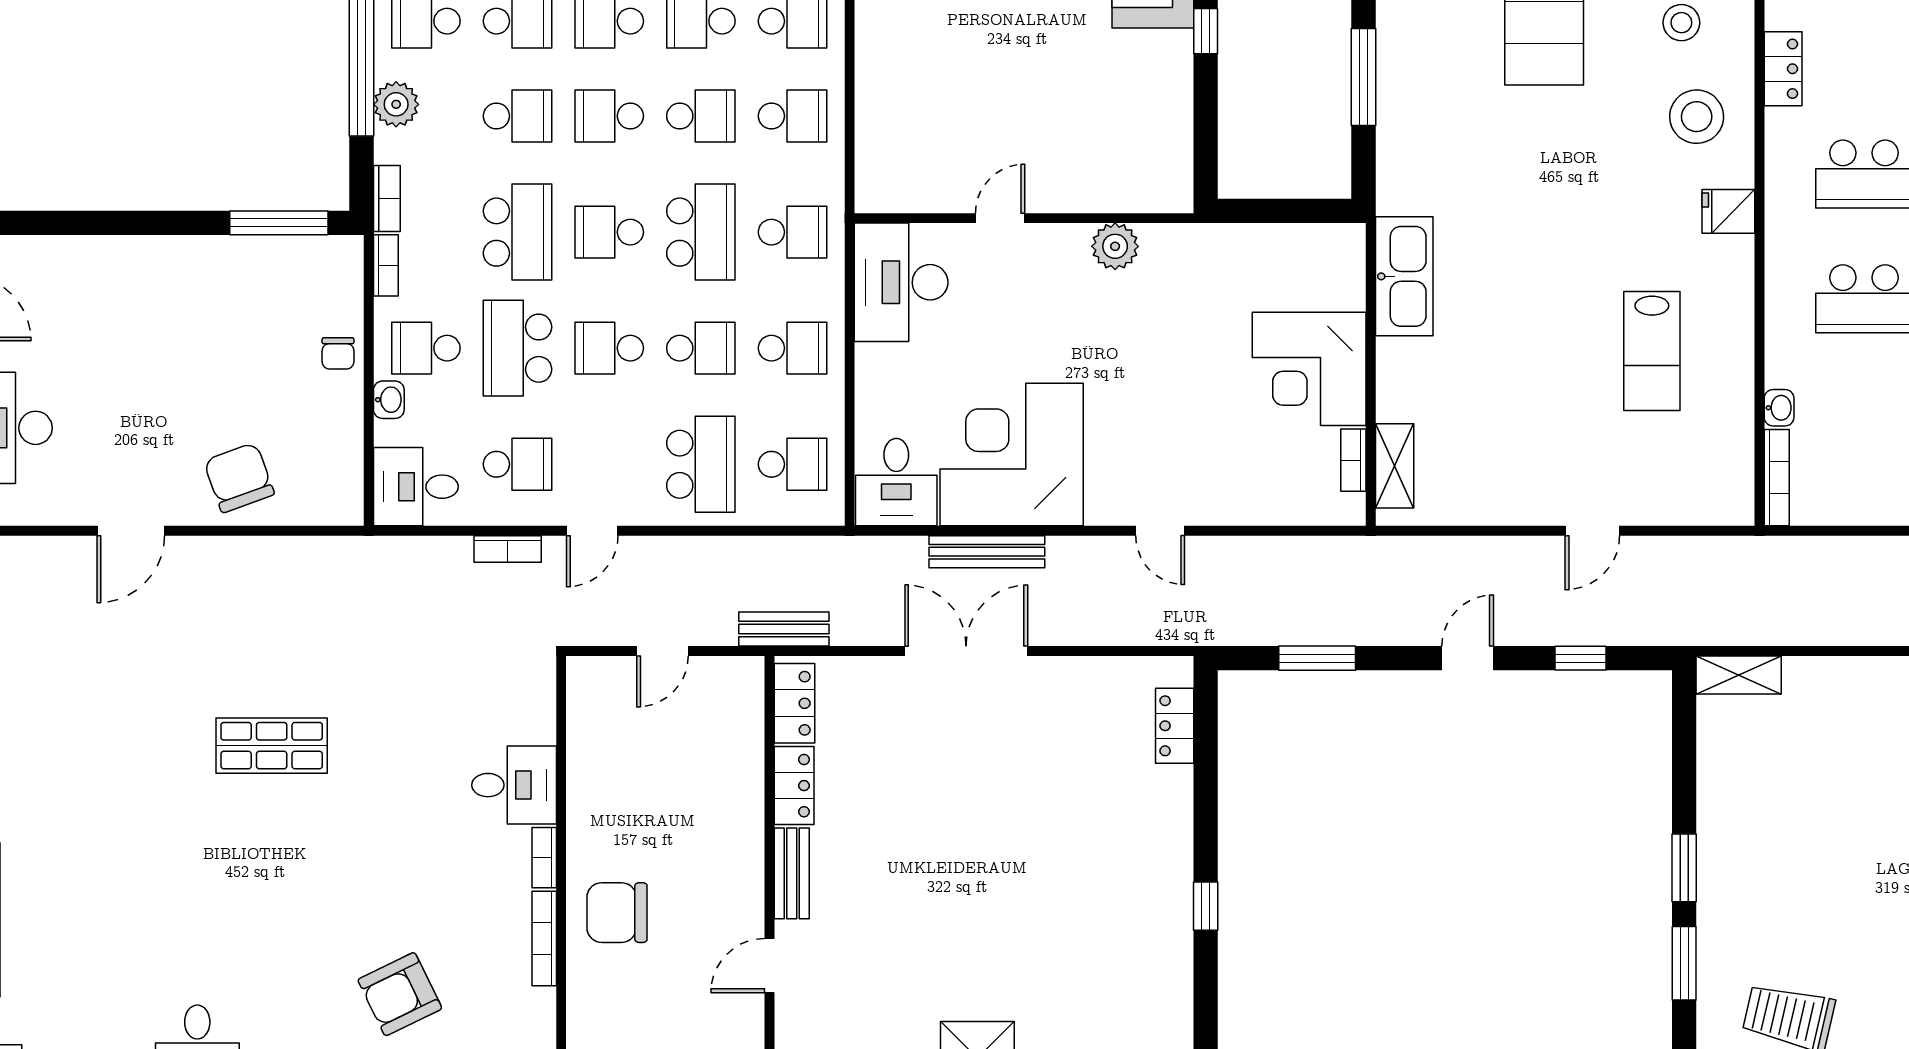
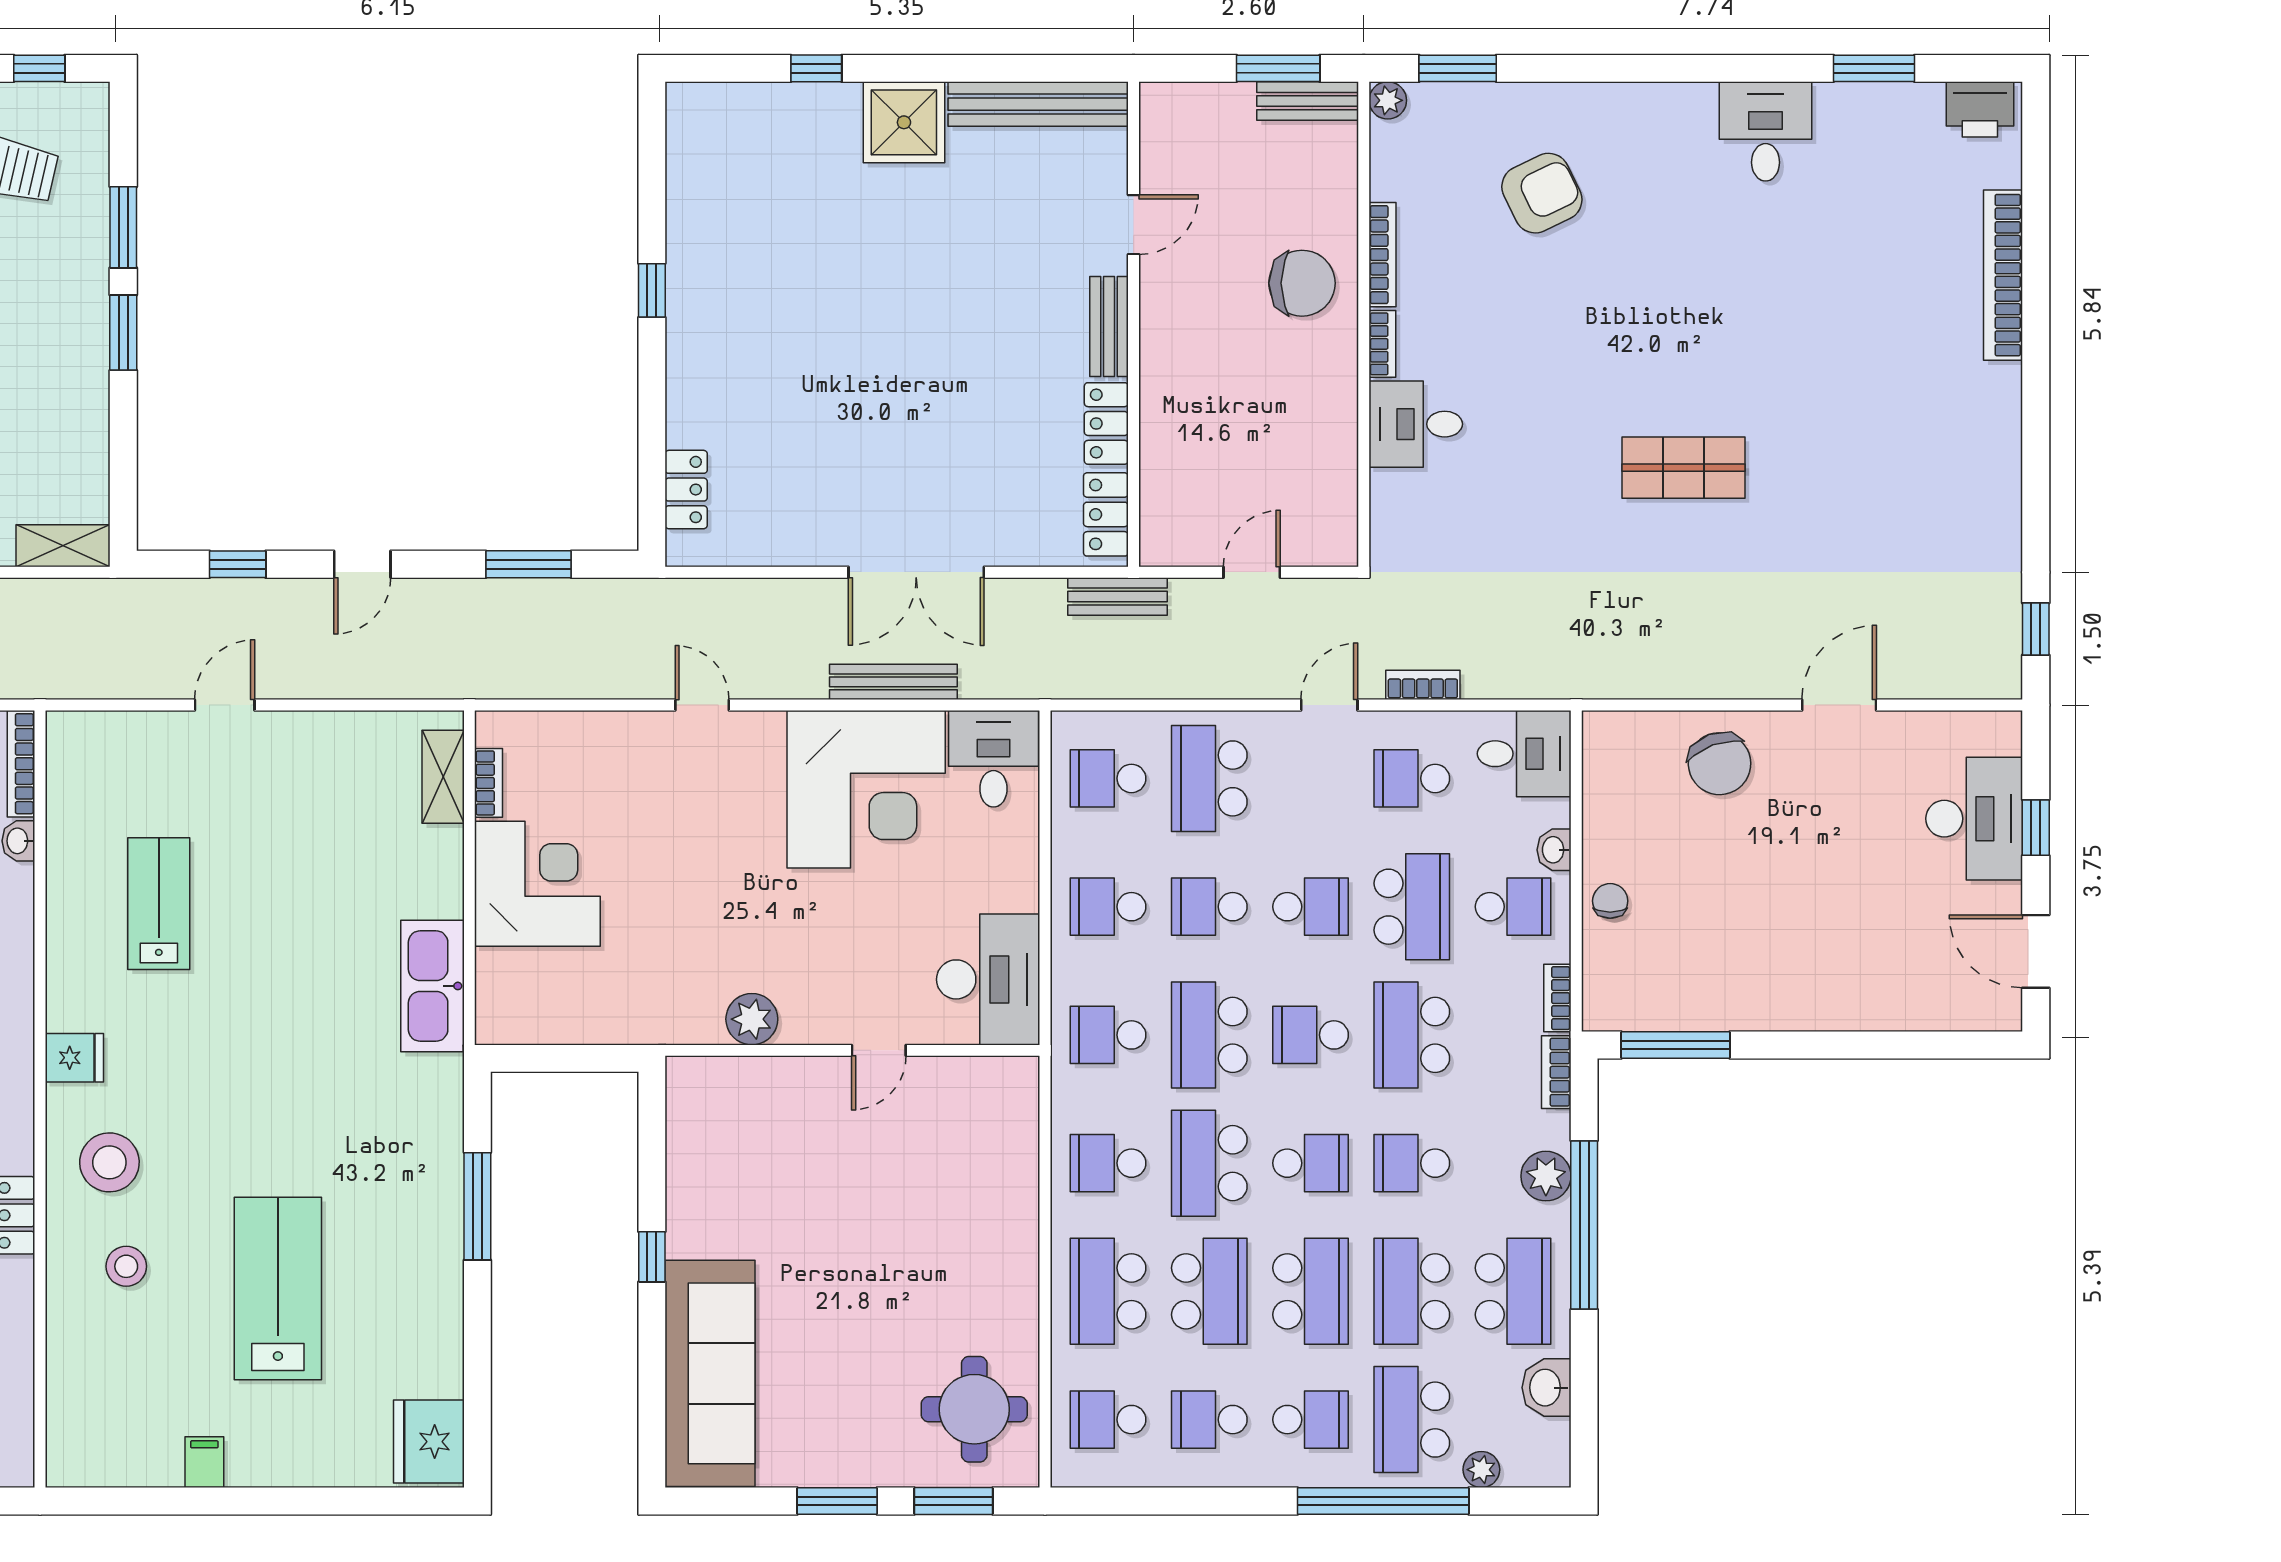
school desk: (701, 116) -> (1209, 1163), width x1.85
school desk: (609, 232) -> (1311, 1035), turned 180

